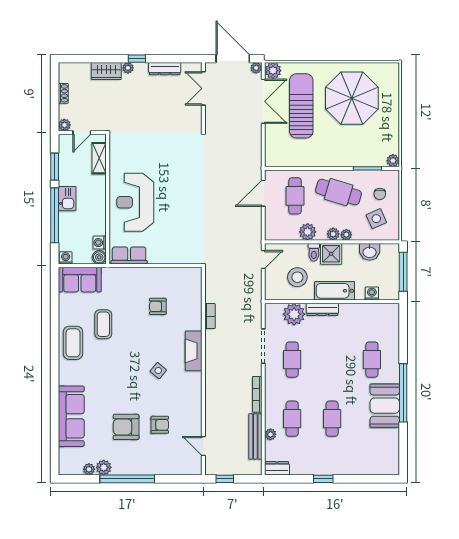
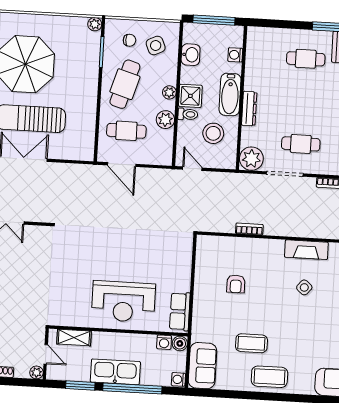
kitchen sink: (67, 199) -> (115, 372), width x1.87, depth x1.24
plant: (346, 235) -> (171, 78), removed
plant: (294, 314) -> (251, 159), moved
fireplace: (194, 351) -> (306, 250), moved

